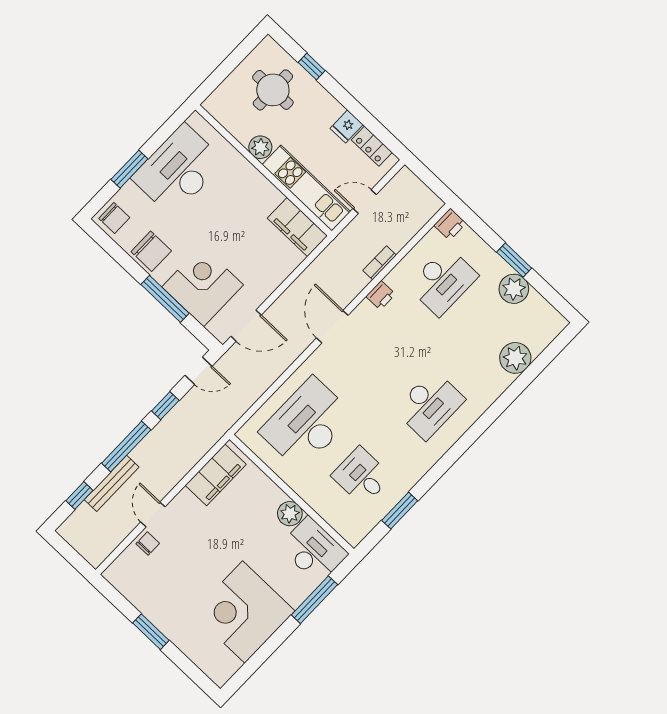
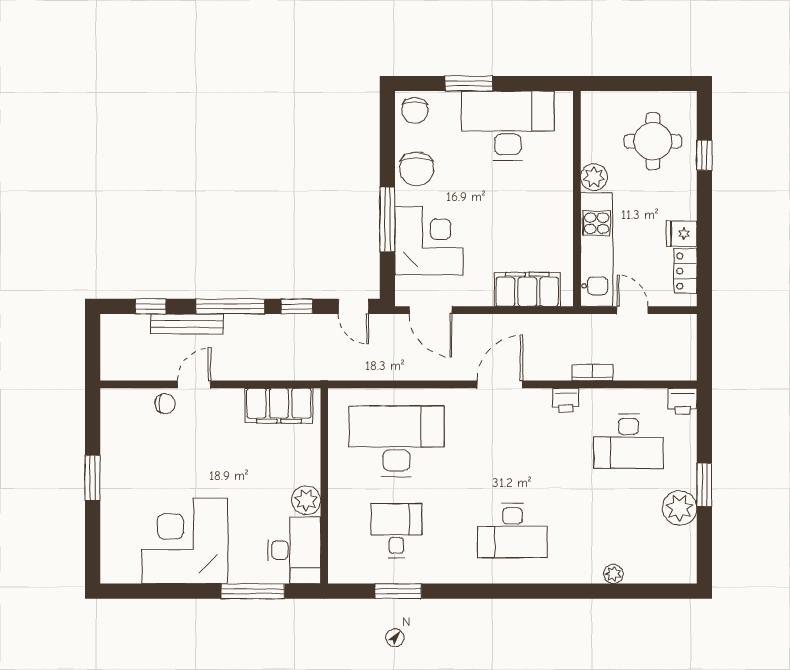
filing cabinet: (297, 227) -> (527, 289), moved, turned 90
plant: (515, 358) -> (613, 574), width x0.53, depth x0.53

